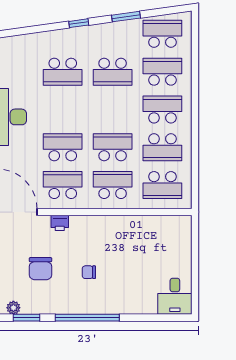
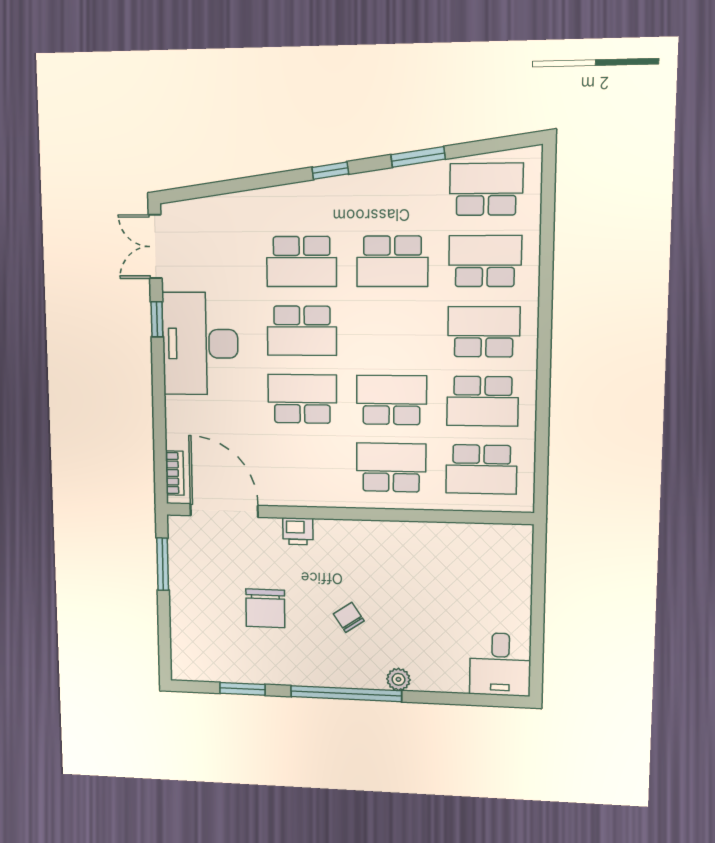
school desk: (63, 185) -> (302, 331), moved, turned 180
chair: (89, 272) -> (349, 617), turned 56
plant: (13, 308) -> (398, 679), moved

